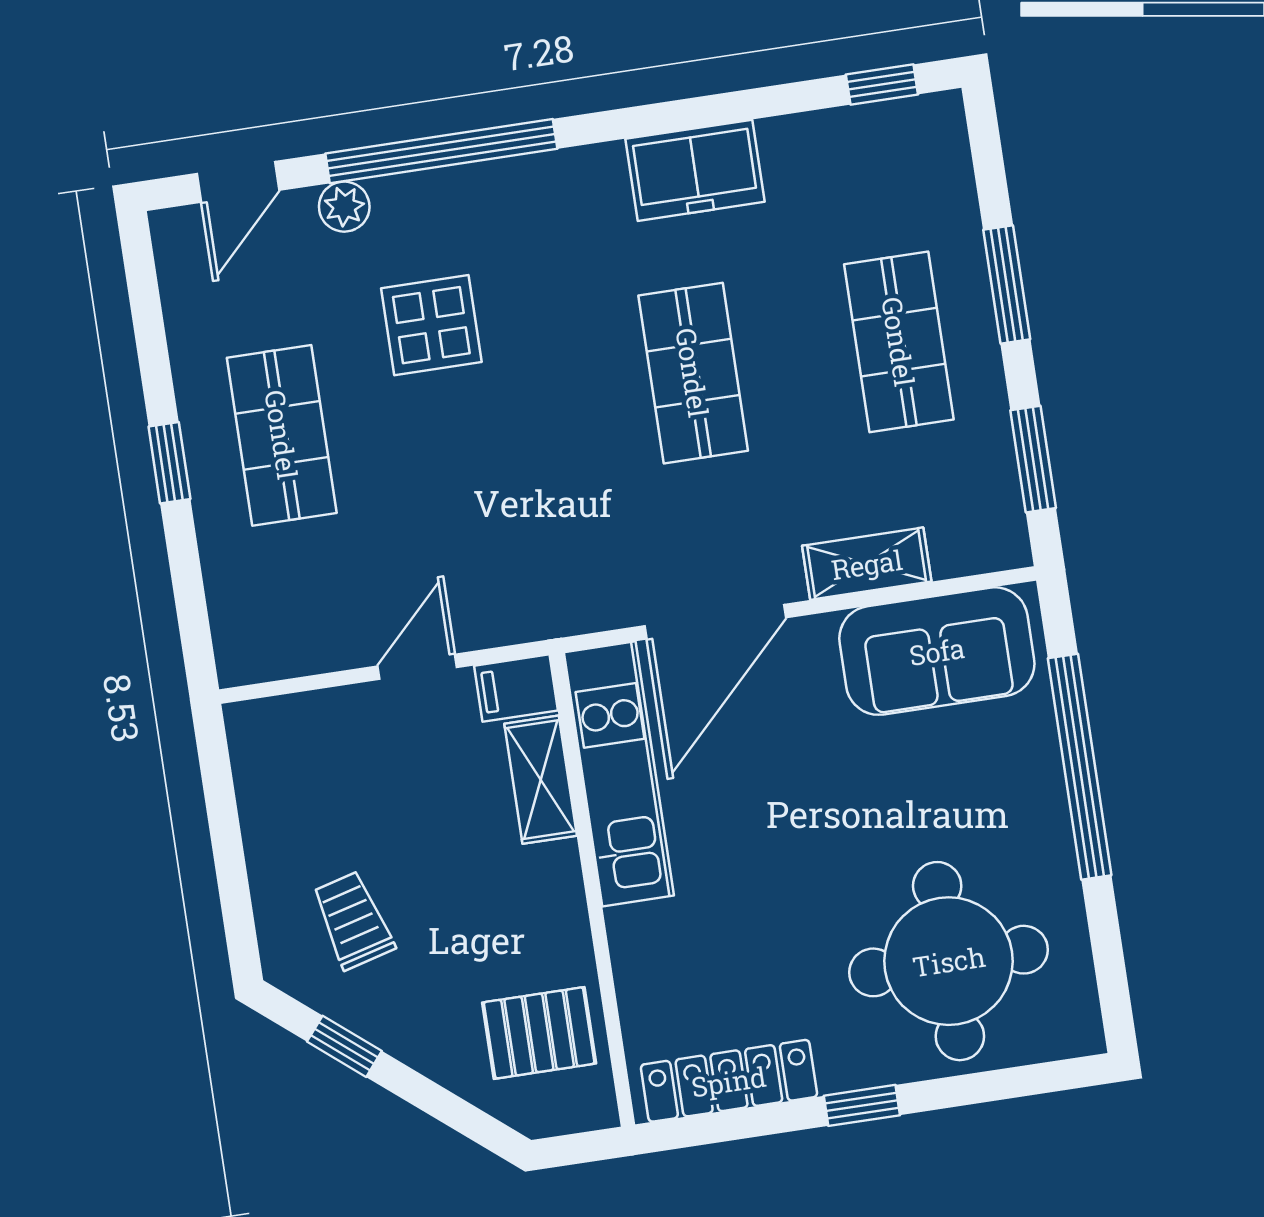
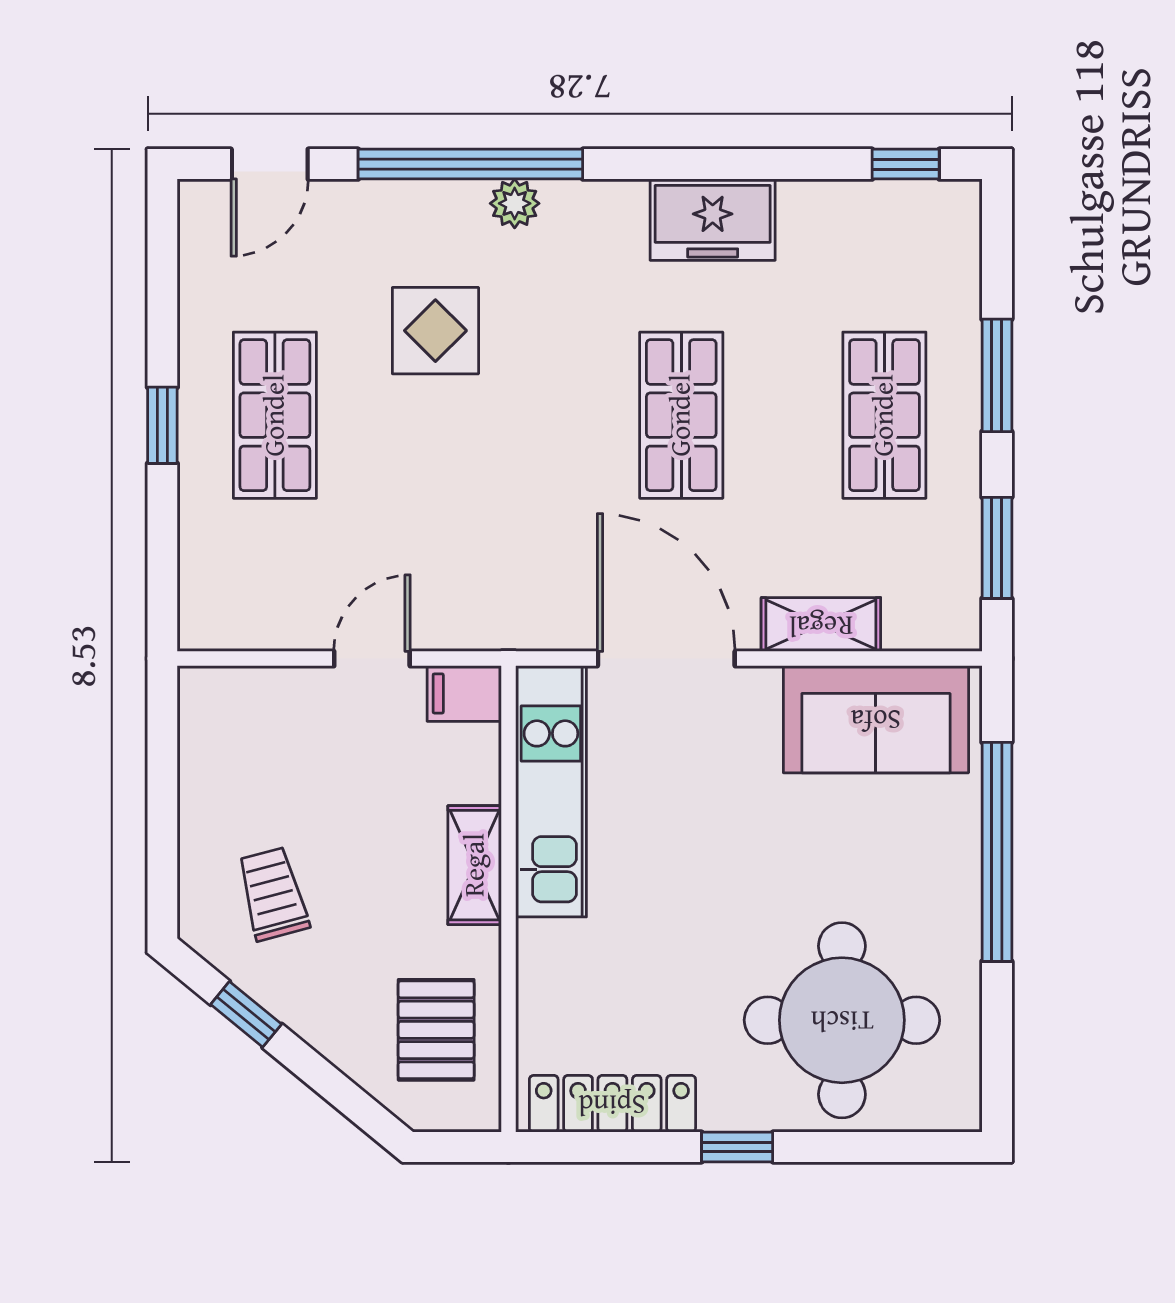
plant: (344, 207) -> (515, 203), moved
door: (715, 622) -> (666, 659), swing flipped
shelving: (541, 780) -> (475, 865), moved
pallet: (539, 1033) -> (436, 1030), turned 90

